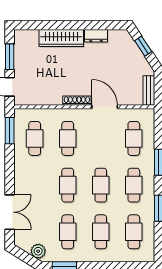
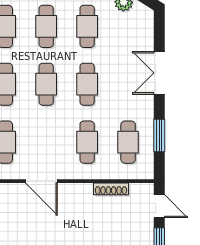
shoe rack: (77, 101) -> (111, 189), moved
window: (10, 131) -> (159, 136), moved
double door: (10, 212) -> (159, 73), moved

